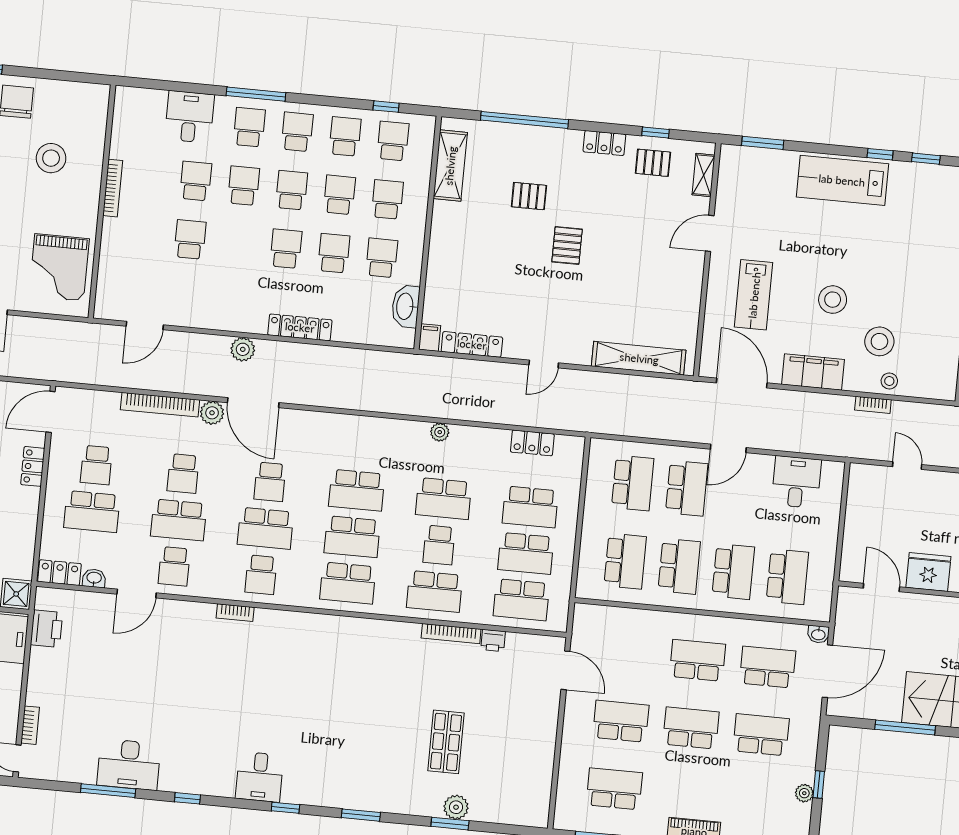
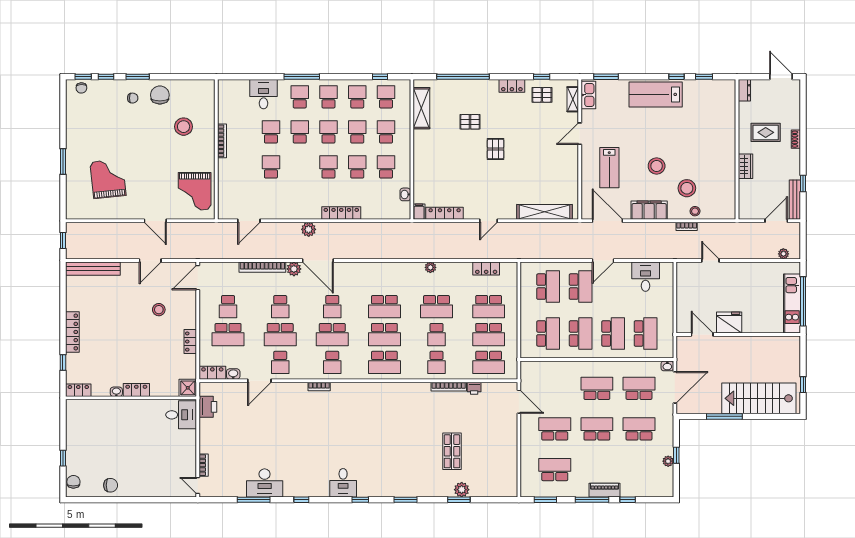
kitchen sink: (730, 170) -> (588, 95), added
washbasin: (406, 306) -> (405, 194), width x0.52, depth x0.69
locker: (33, 466) -> (190, 342), moved
school desk: (435, 591) -> (437, 362), width x0.54

